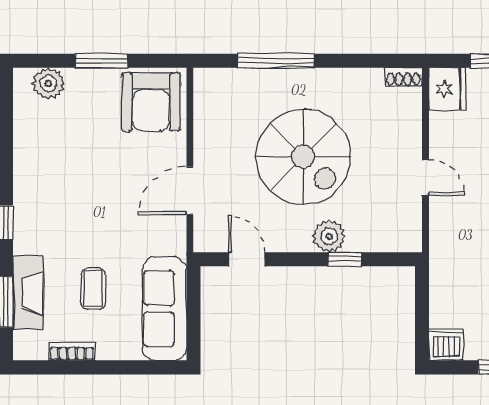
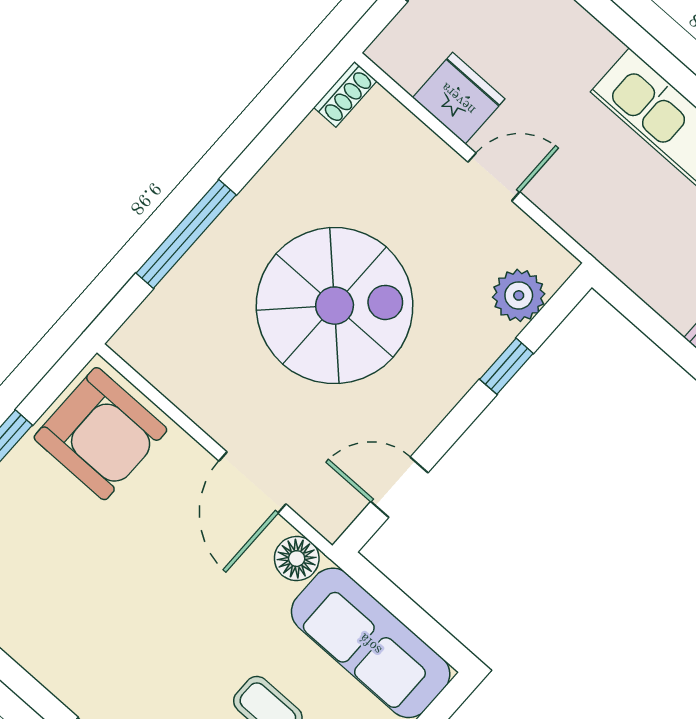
fridge: (447, 89) -> (459, 98), moved
plant: (329, 236) -> (519, 295), moved
floor lamp: (173, 241) -> (297, 559), added

